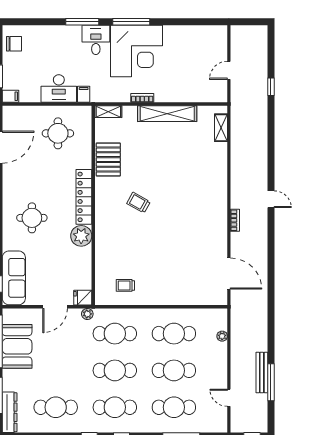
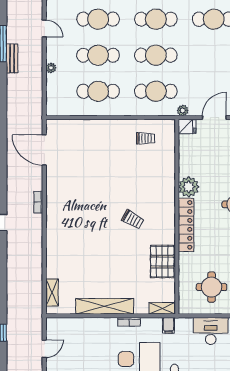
filing cabinet: (84, 94) -> (168, 325), moved
plant: (222, 336) -> (51, 68), moved
bench: (262, 373) -> (12, 58), width x0.73

